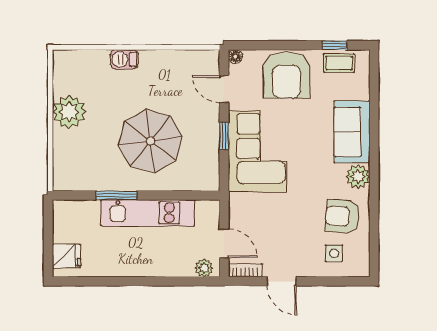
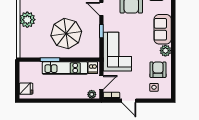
corner sofa: (257, 151) -> (117, 52), moved
dishwasher: (206, 212) -> (93, 68), added
armchair: (342, 216) -> (158, 70), turned 85
door: (224, 243) -> (101, 83), hinge flipped

